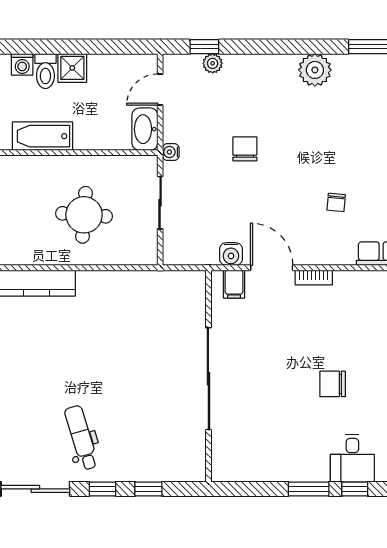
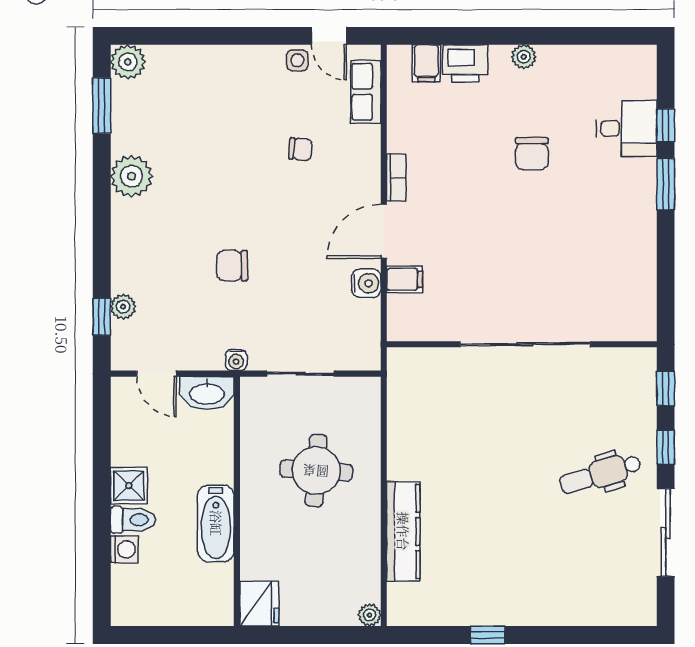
wall: (208, 376) -> (522, 344), moved
sliding door: (208, 379) -> (525, 344), moved

